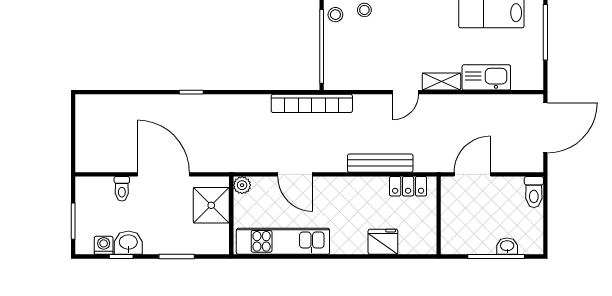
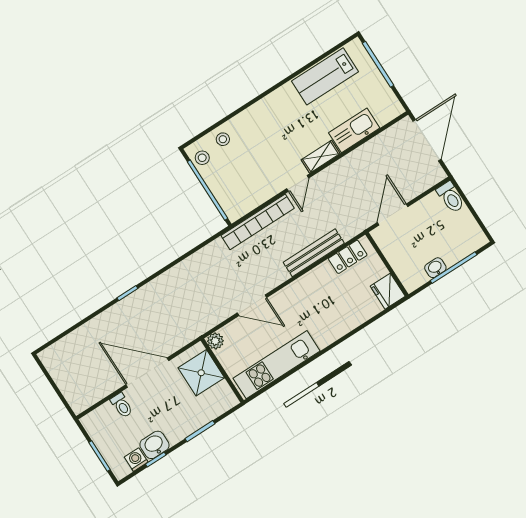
bookcase: (312, 103) -> (258, 222), moved
fridge: (383, 242) -> (388, 291), moved, turned -90
washbasin: (507, 246) -> (435, 268), moved

